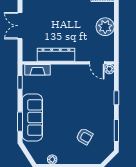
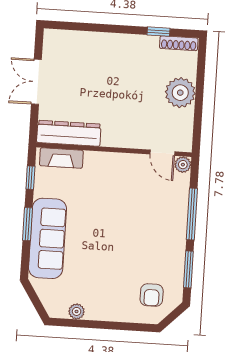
dresser: (56, 55) -> (69, 133), moved
window: (116, 98) -> (192, 214), width x2.17
window: (20, 122) -> (27, 224), moved
armchair: (84, 137) -> (152, 295), moved, turned 61

